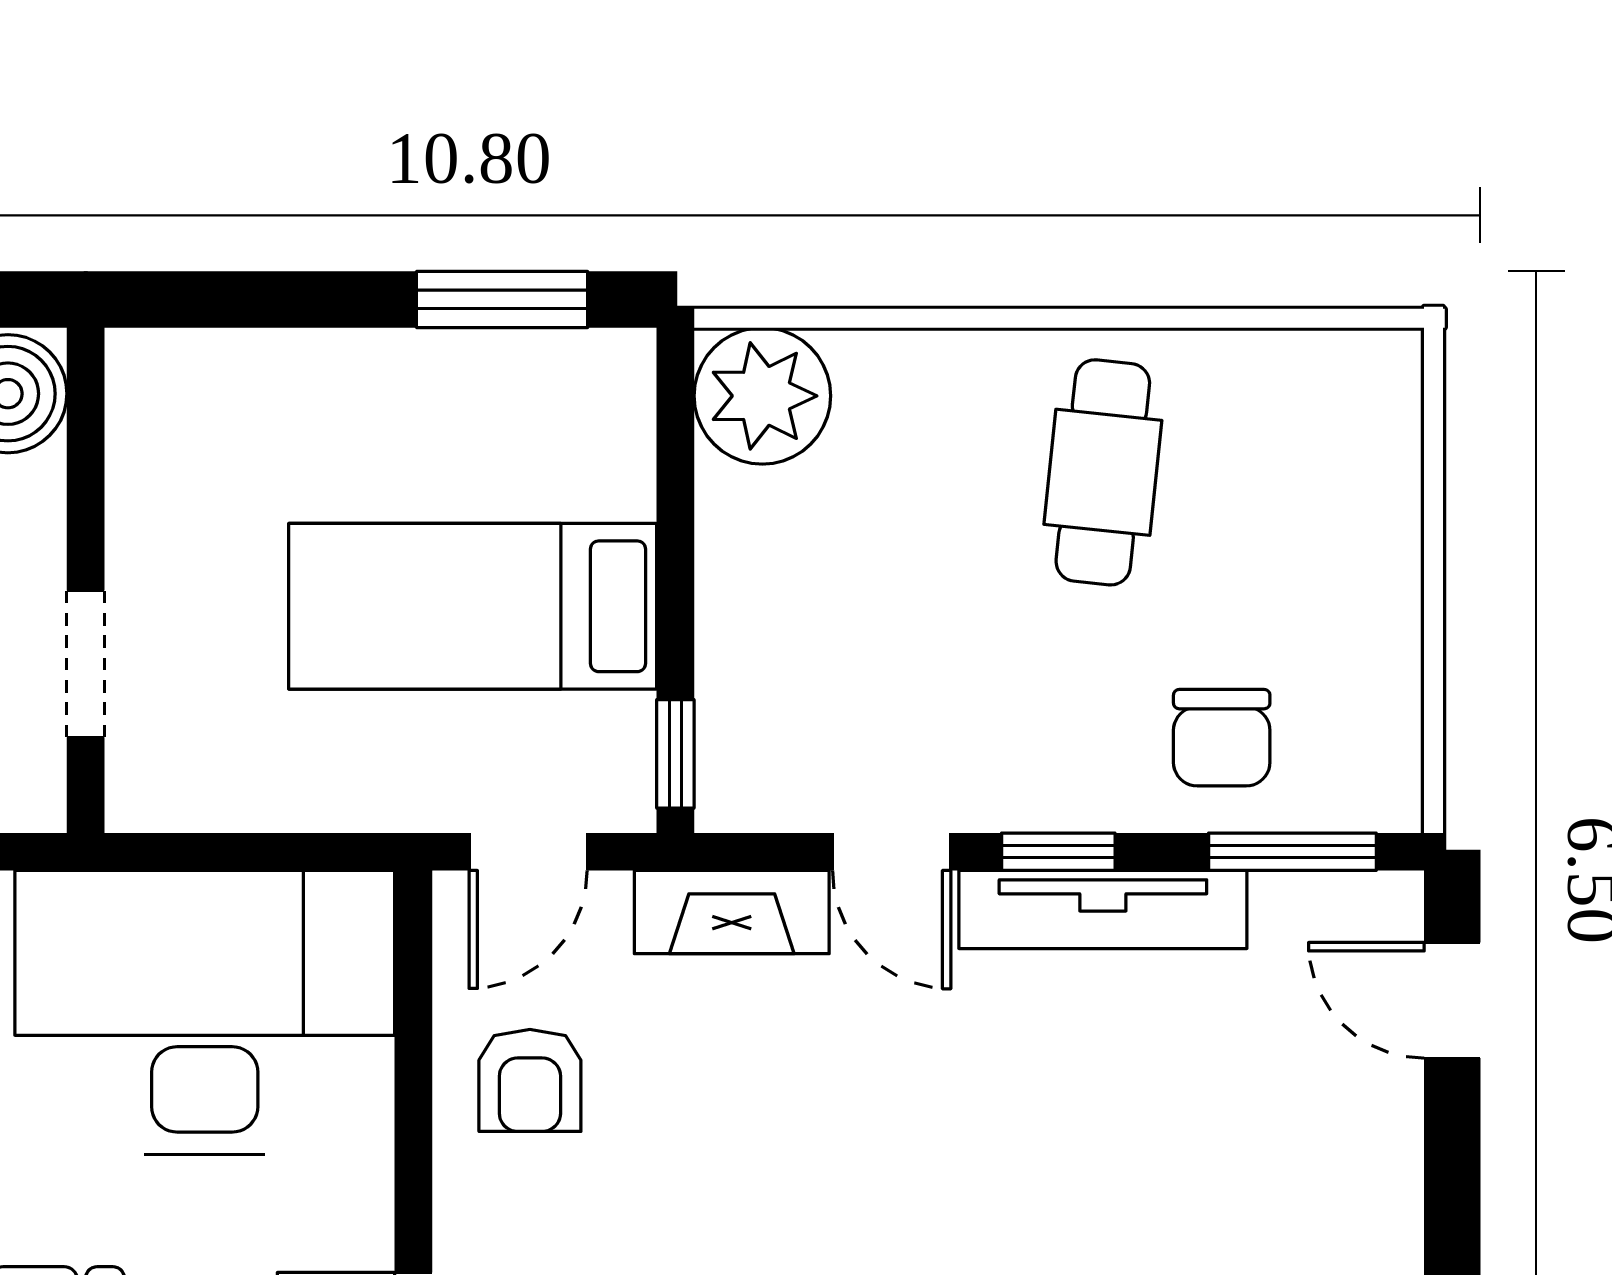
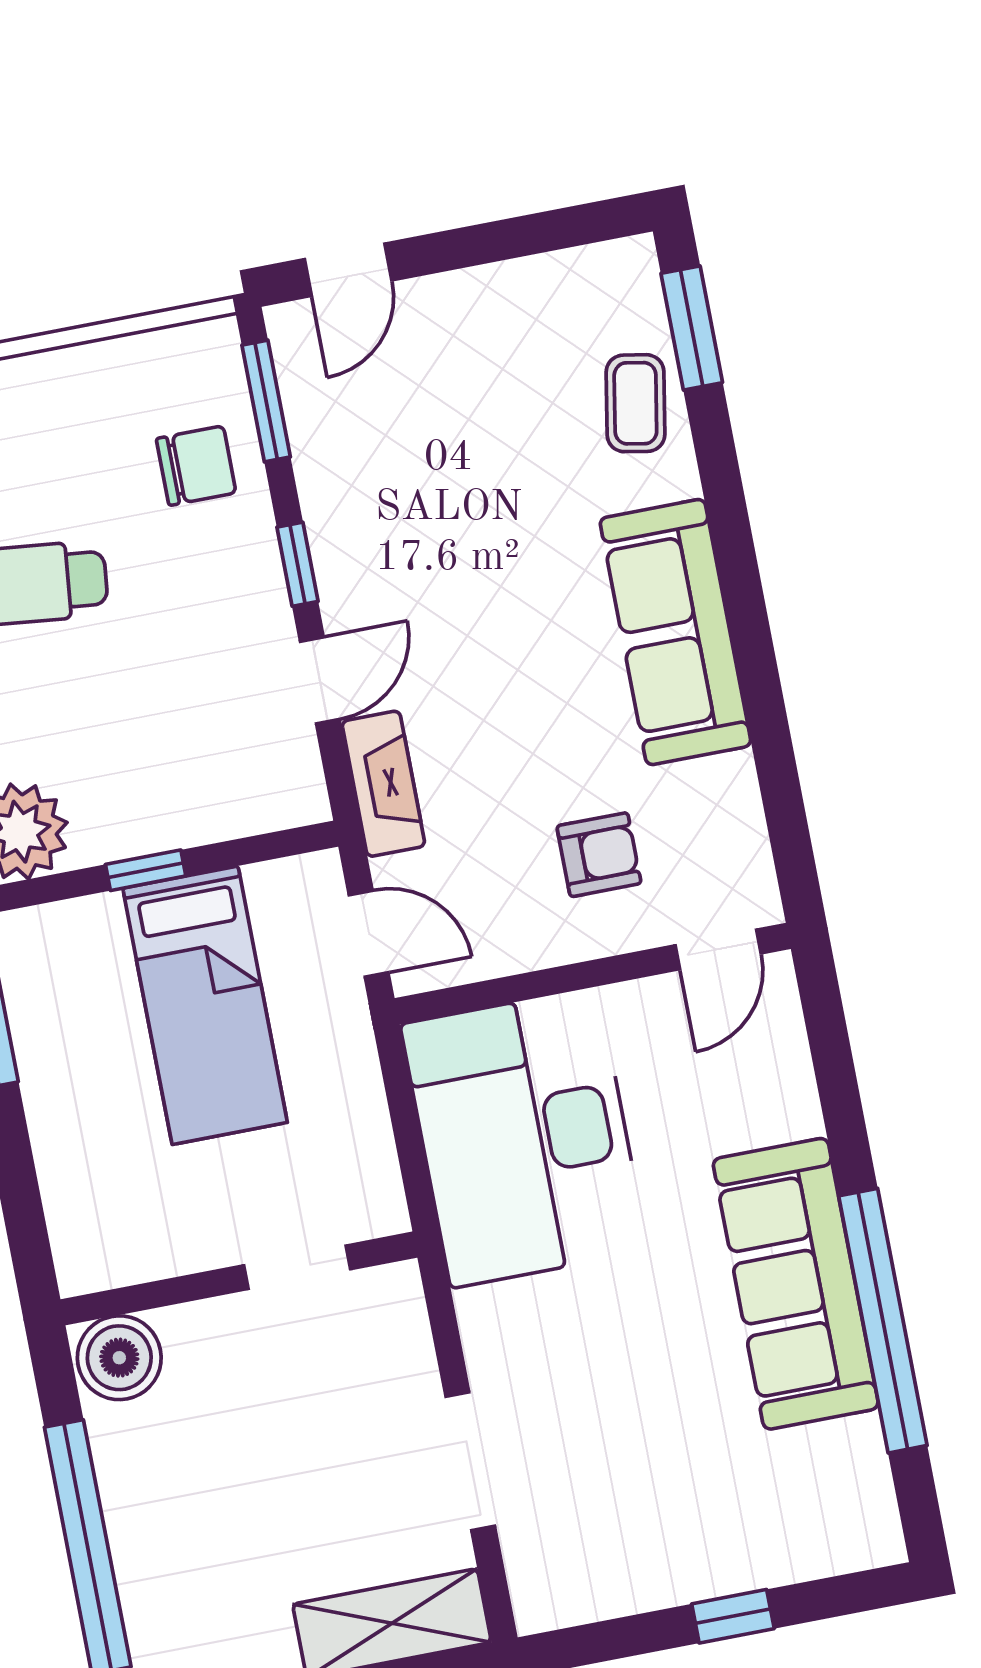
window: (675, 754) -> (146, 870), moved
tv unit: (1103, 909) -> (332, 525), removed
armchair: (530, 1080) -> (599, 855), moved

